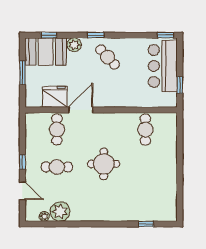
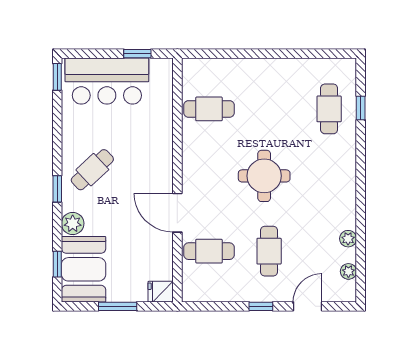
fridge: (55, 97) -> (161, 292), moved, width x0.53, depth x0.75
cafe table: (145, 204) -> (329, 109), added
plant: (60, 212) -> (348, 239), width x0.53, depth x0.53

